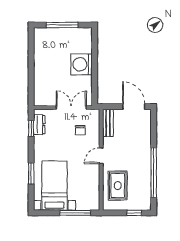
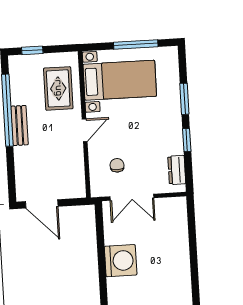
bench: (108, 123) -> (19, 125), moved
window: (31, 128) -> (187, 140), moved
bed with nightstands: (55, 186) -> (120, 80), moved, turned -90
window: (75, 213) -> (136, 44), moved

